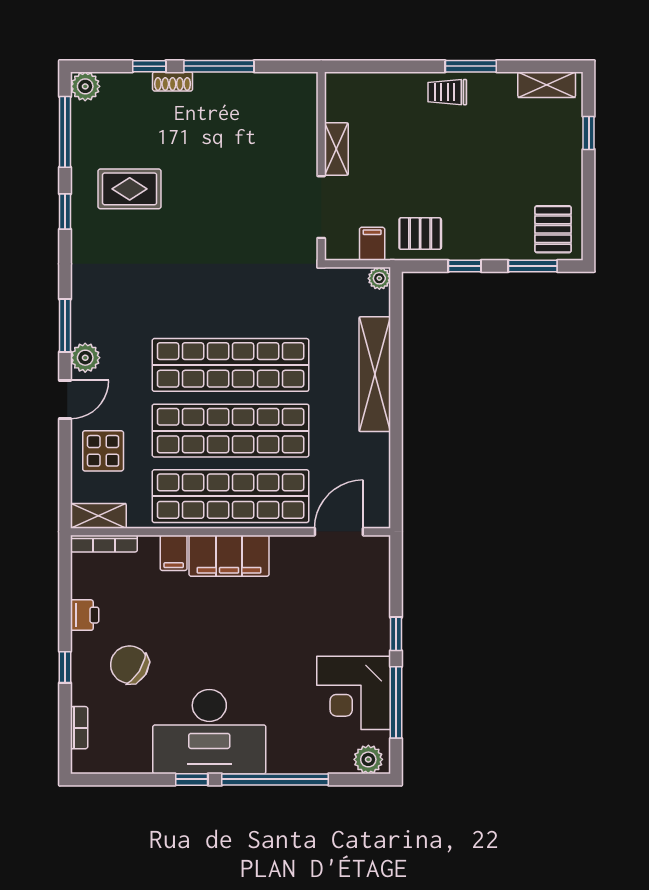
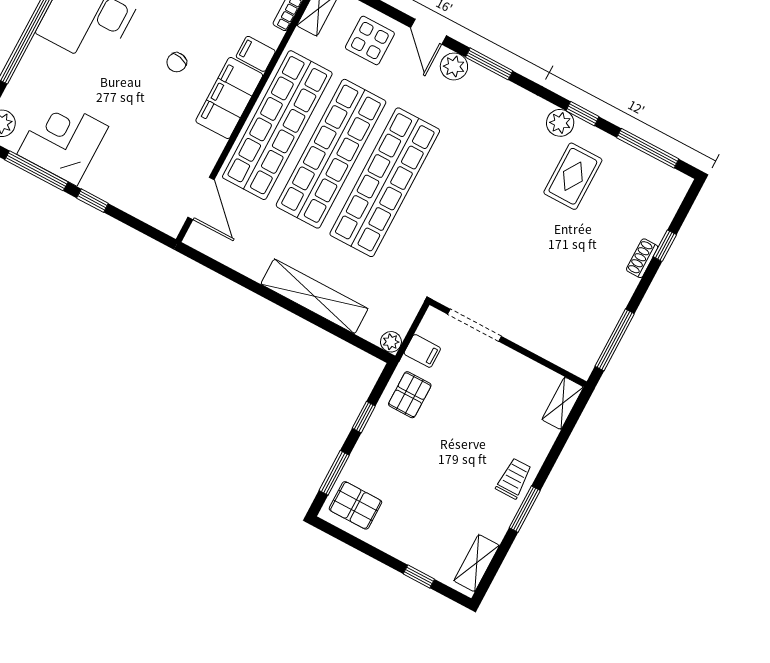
window: (219, 66) -> (615, 340), moved
plant: (85, 86) -> (560, 123), moved
shelving: (336, 149) -> (563, 403), moved, turned 90
chair: (222, 624) -> (177, 62), added

